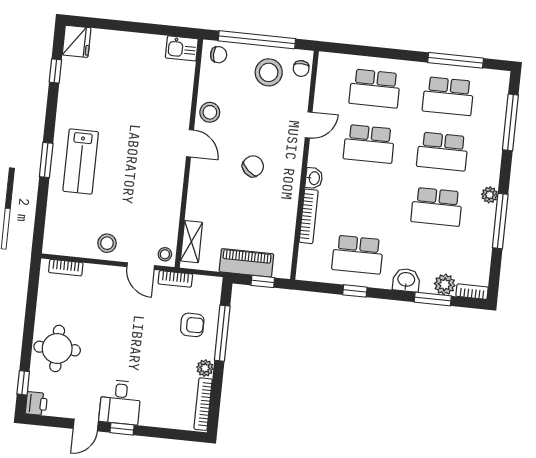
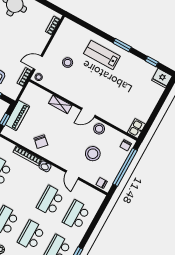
stool: (269, 72) -> (93, 154), moved
window: (46, 160) -> (122, 45), moved
chair: (253, 166) -> (41, 142), moved
shelving: (191, 242) -> (60, 104), moved
stool: (107, 243) -> (68, 63), moved

